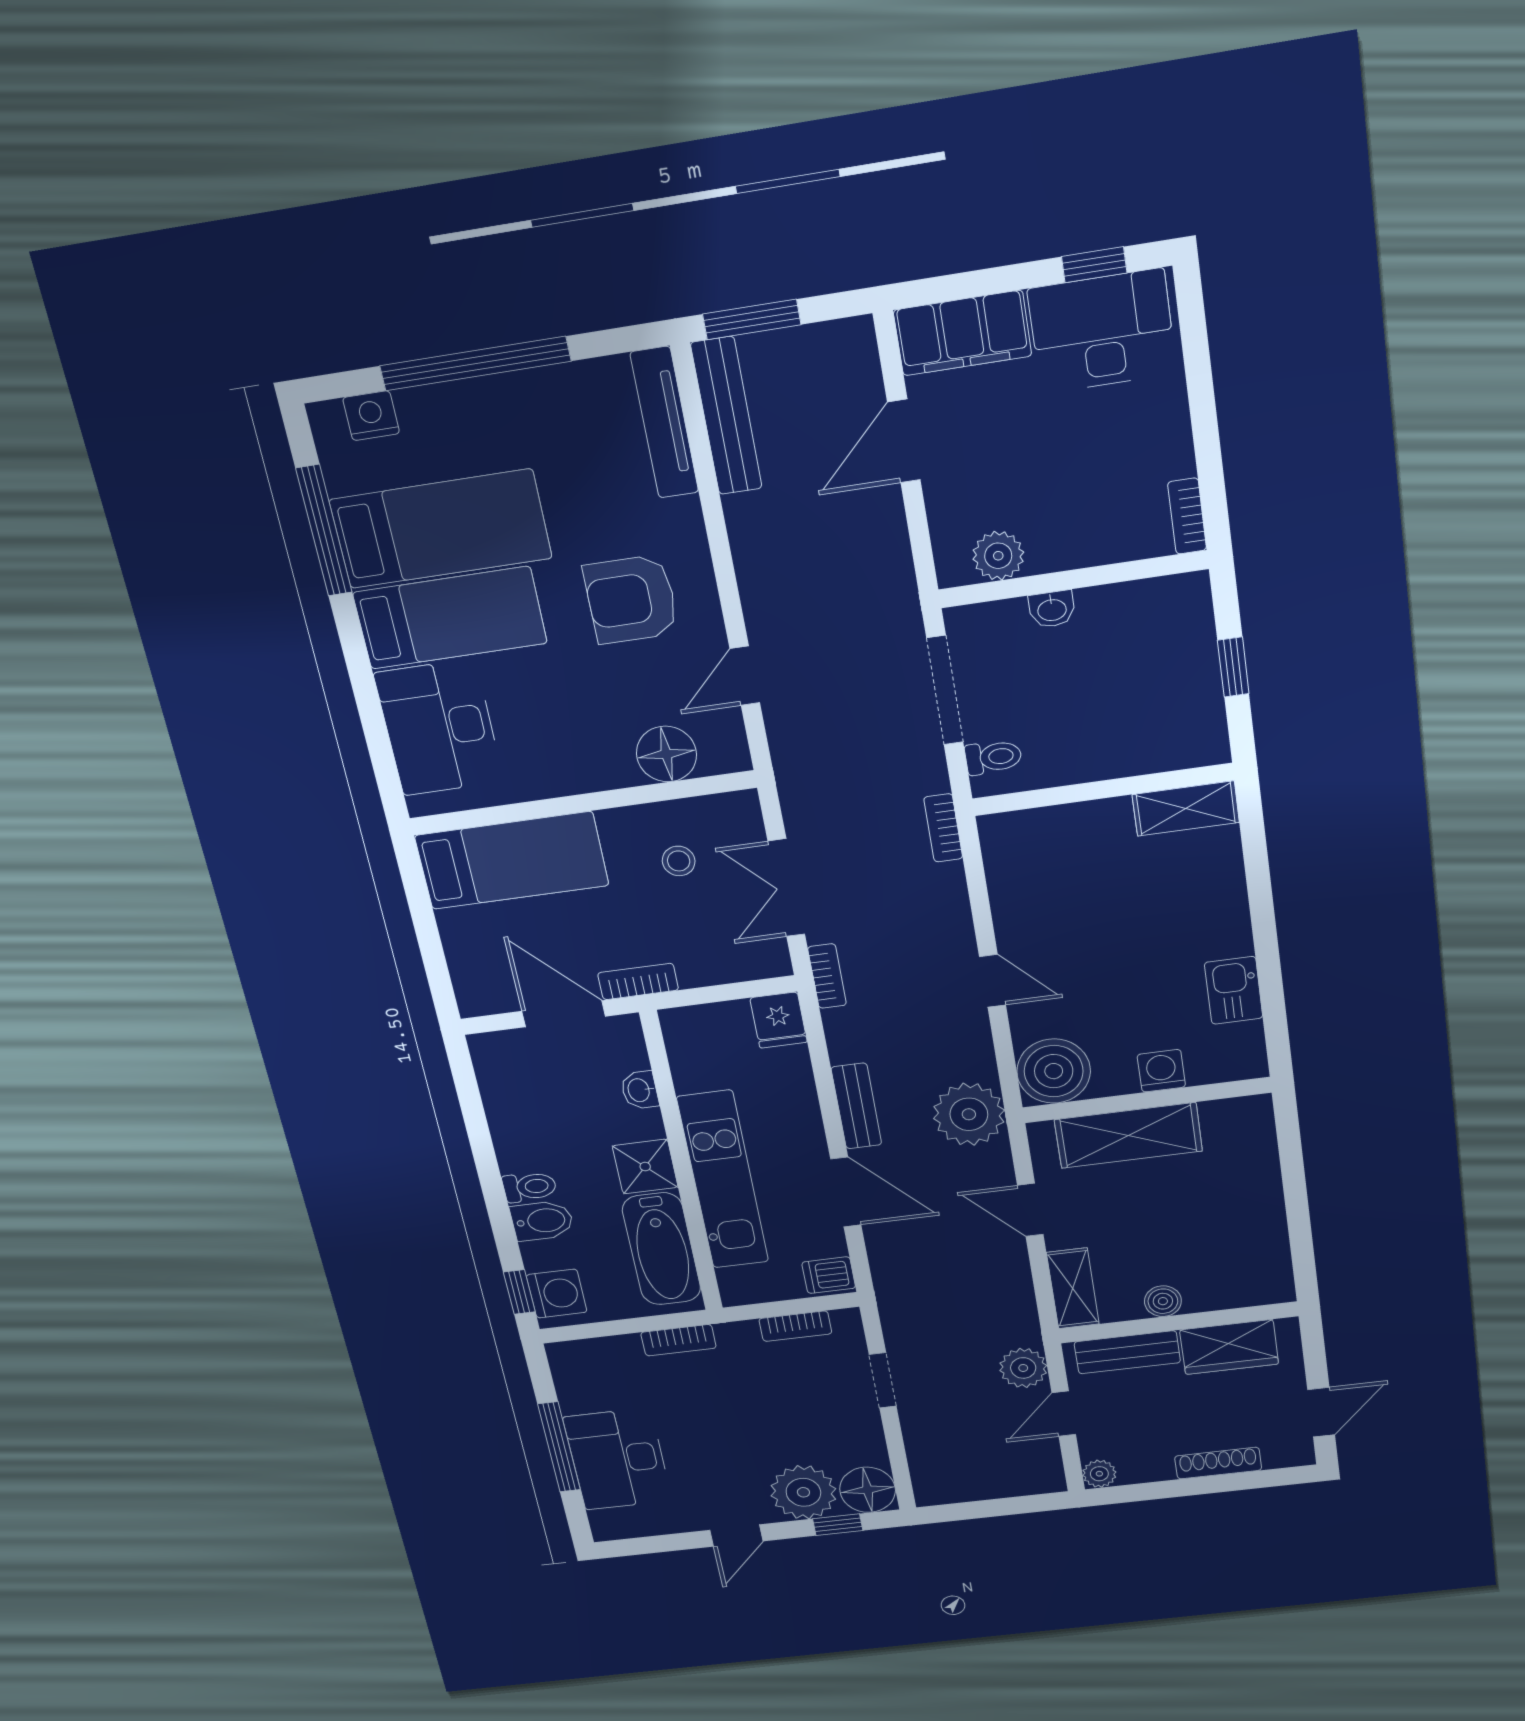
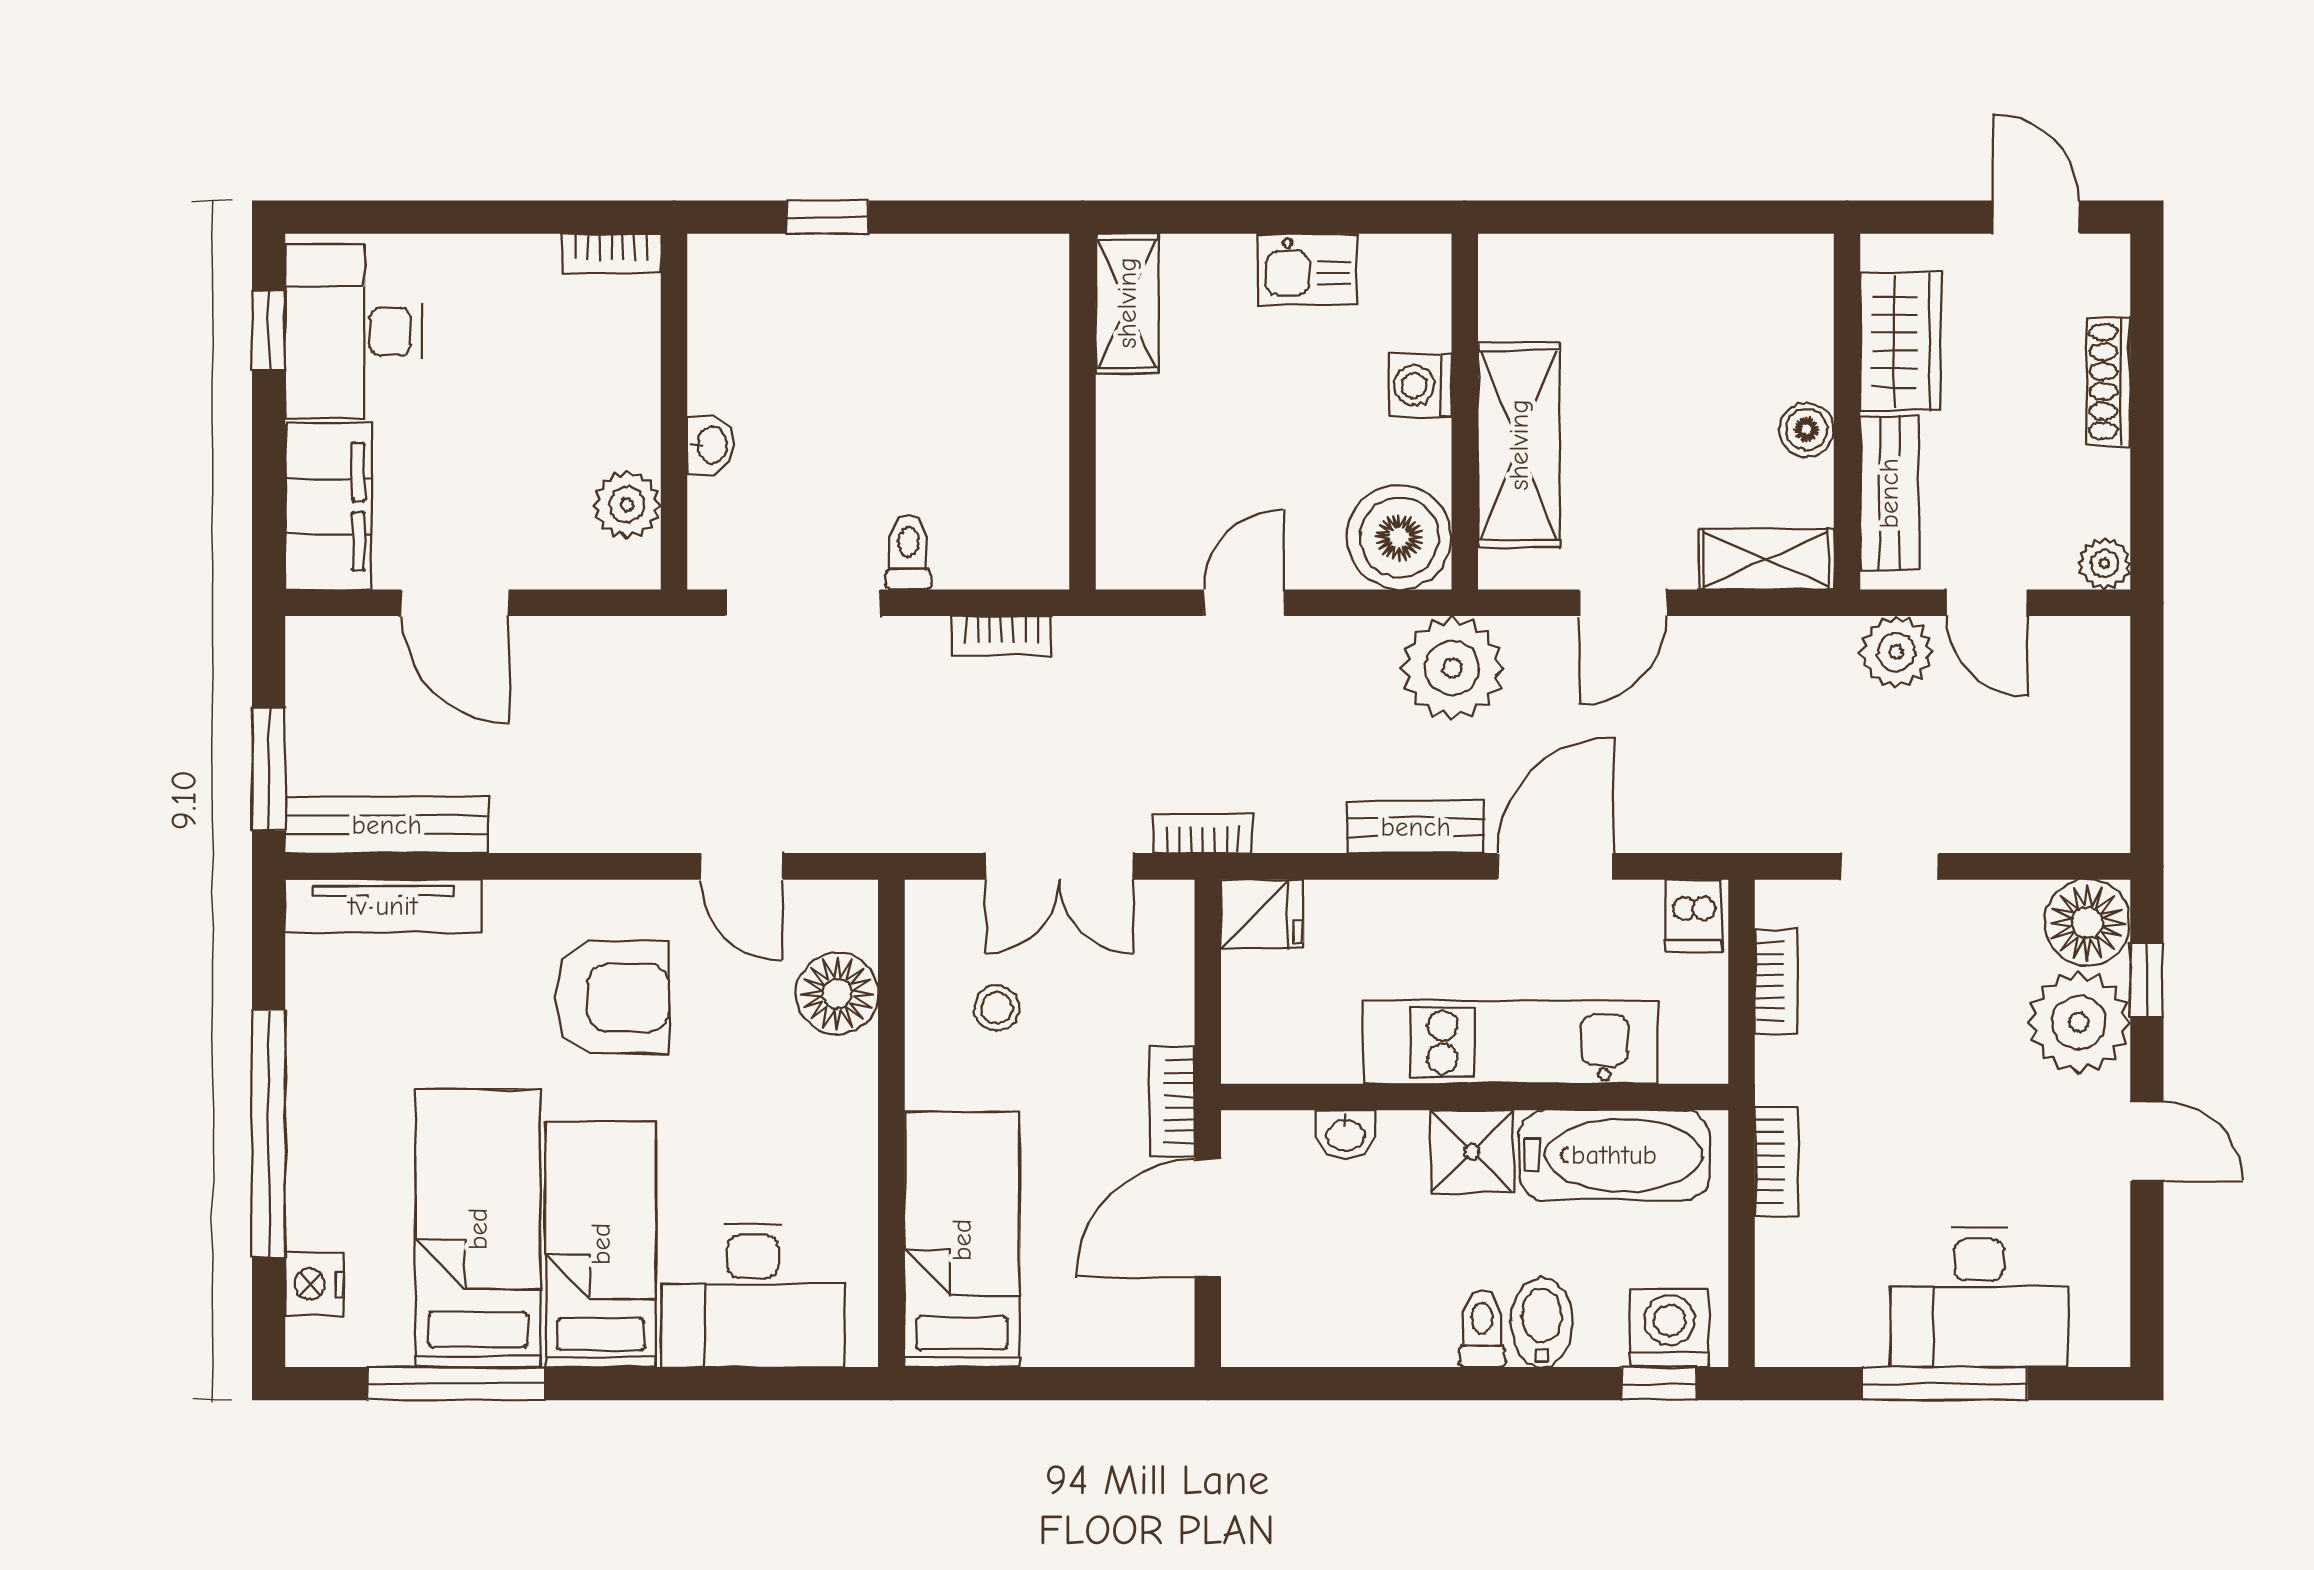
armchair: (631, 599) -> (612, 997), turned -90
wall: (1103, 789) -> (1083, 412), moved
shelving: (1186, 808) -> (1127, 303), moved

